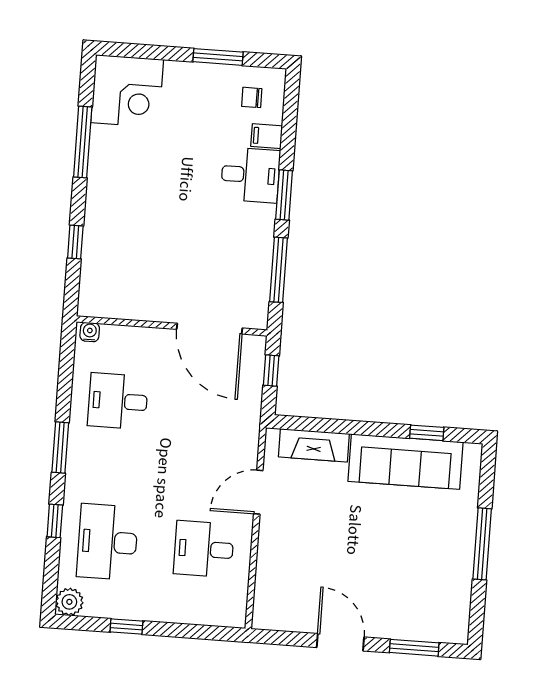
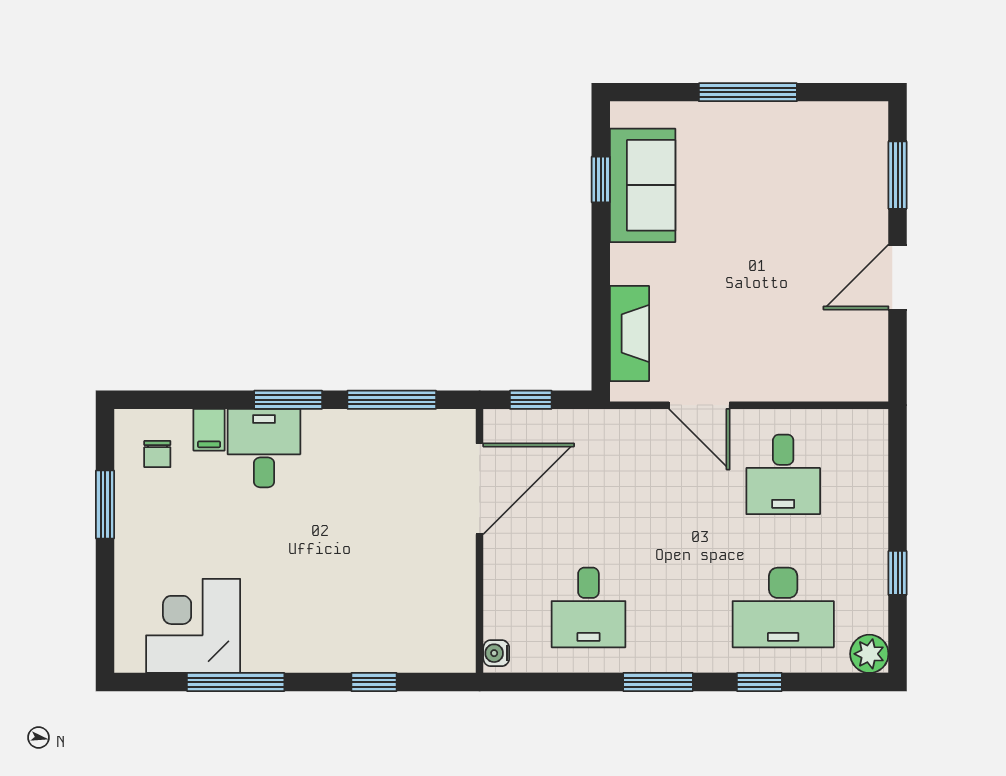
corner desk: (127, 91) -> (193, 626), moved, turned -90
sofa: (406, 462) -> (643, 185), width x0.73

